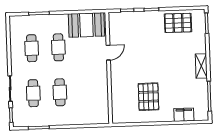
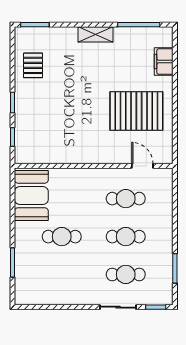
pallet: (178, 23) -> (33, 65), width x0.67, depth x0.71
cafe table: (32, 48) -> (126, 199), moved
door: (108, 53) -> (142, 166), moved
pallet: (148, 97) -> (136, 111), width x1.37, depth x1.41

